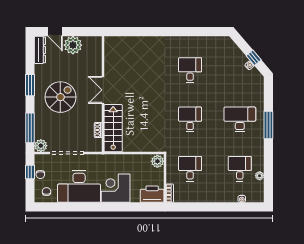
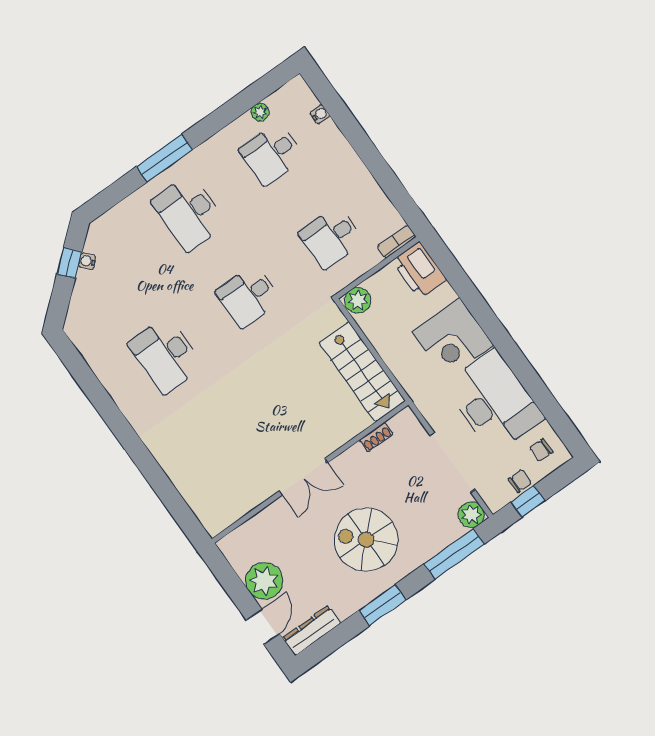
desk: (190, 70) -> (166, 355), width x1.37
stairs: (113, 128) -> (362, 372), moved, turned -90

